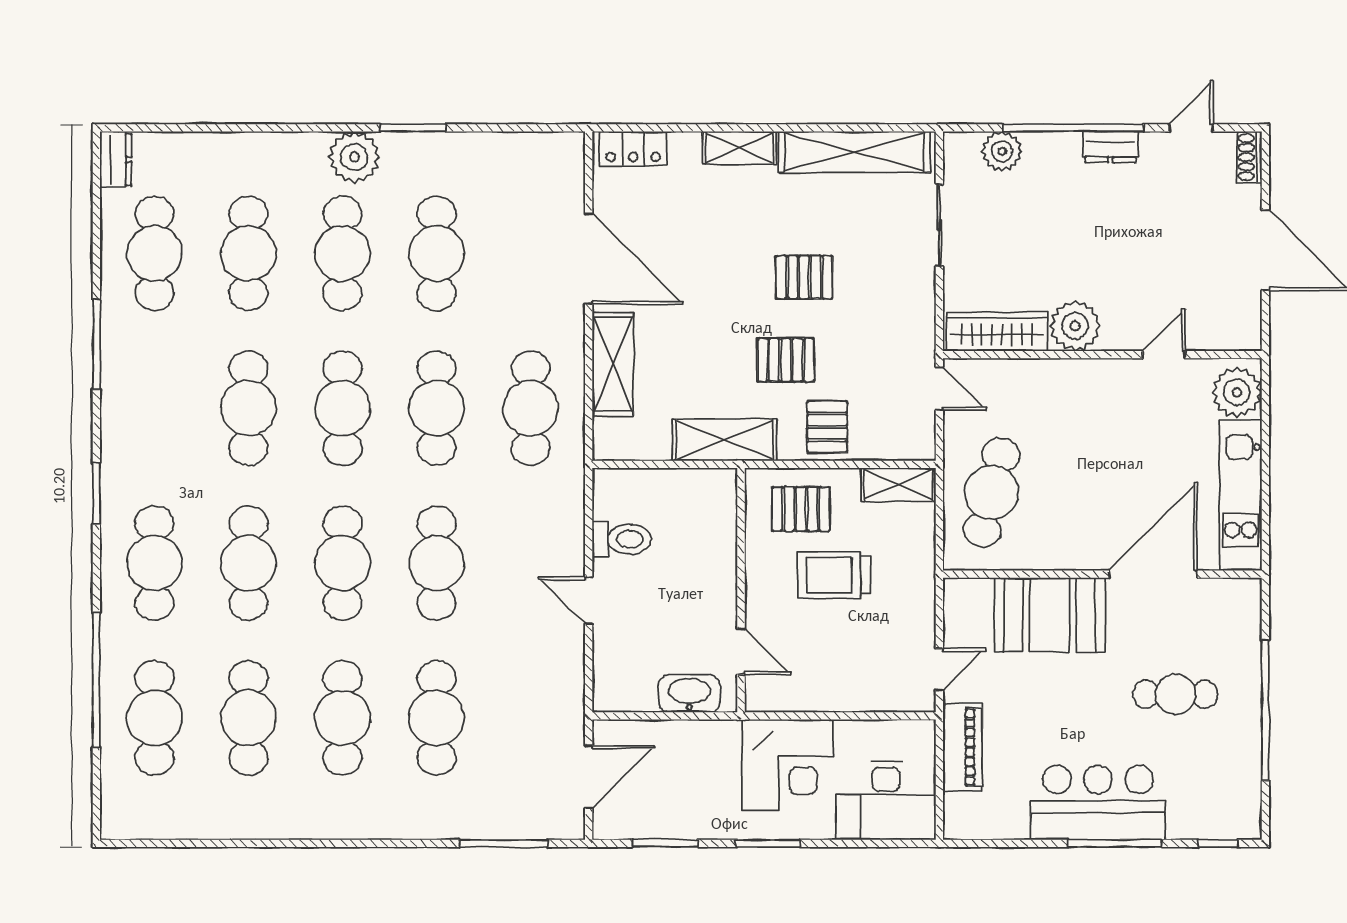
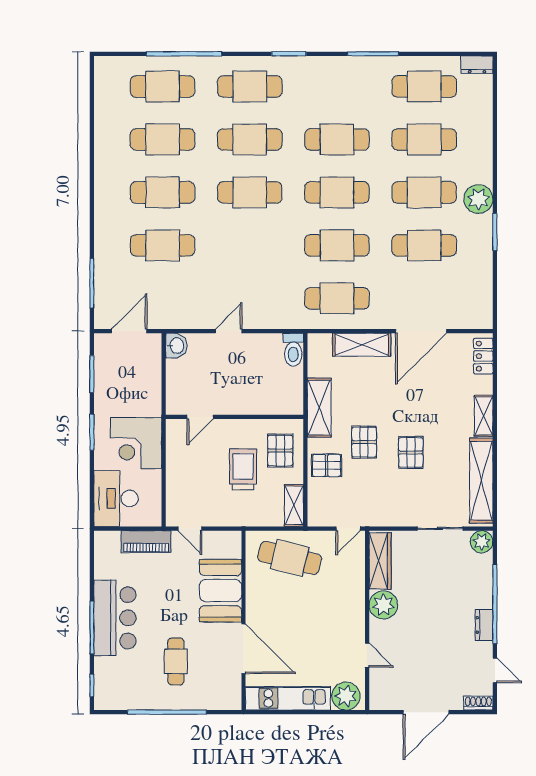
plant: (1002, 151) -> (482, 542), moved
toilet: (622, 539) -> (293, 350), moved
cafe table: (437, 563) -> (250, 245), removed
washbasin: (689, 693) -> (176, 346), moved, width x0.72
door: (589, 777) -> (129, 331), swing flipped

